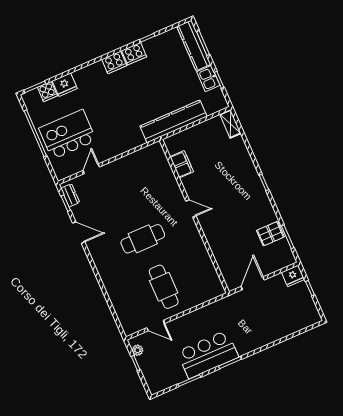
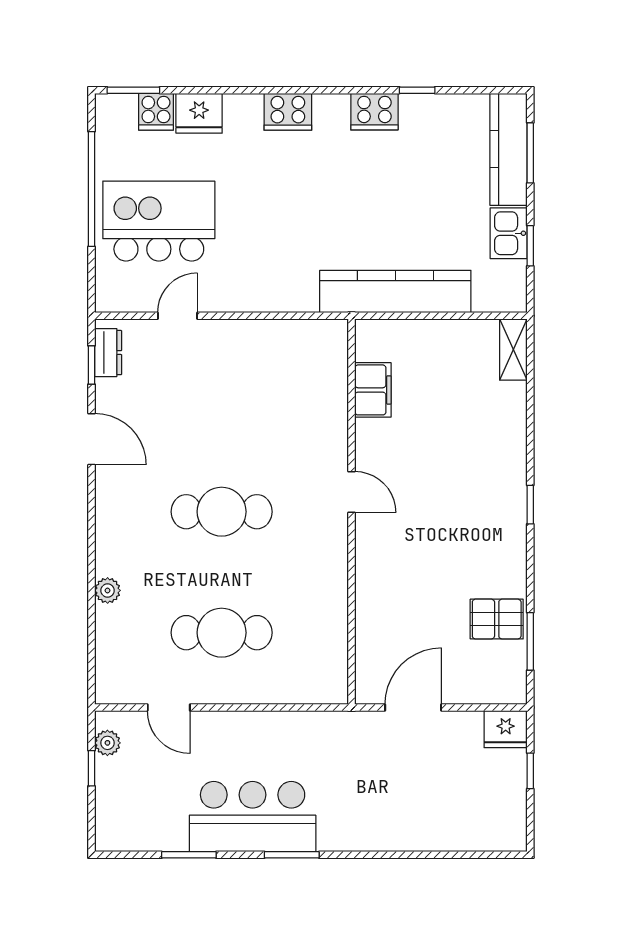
cooker: (114, 62) -> (288, 112), moved
cafe table: (164, 287) -> (222, 633), turned 90
plant: (111, 290) -> (108, 590), added

